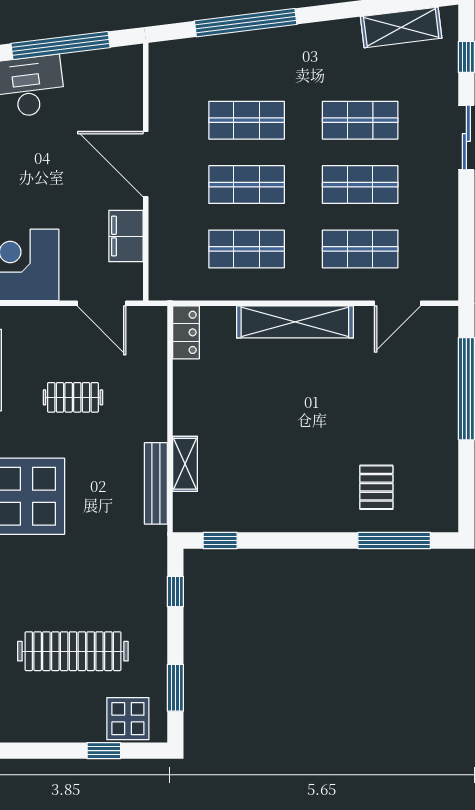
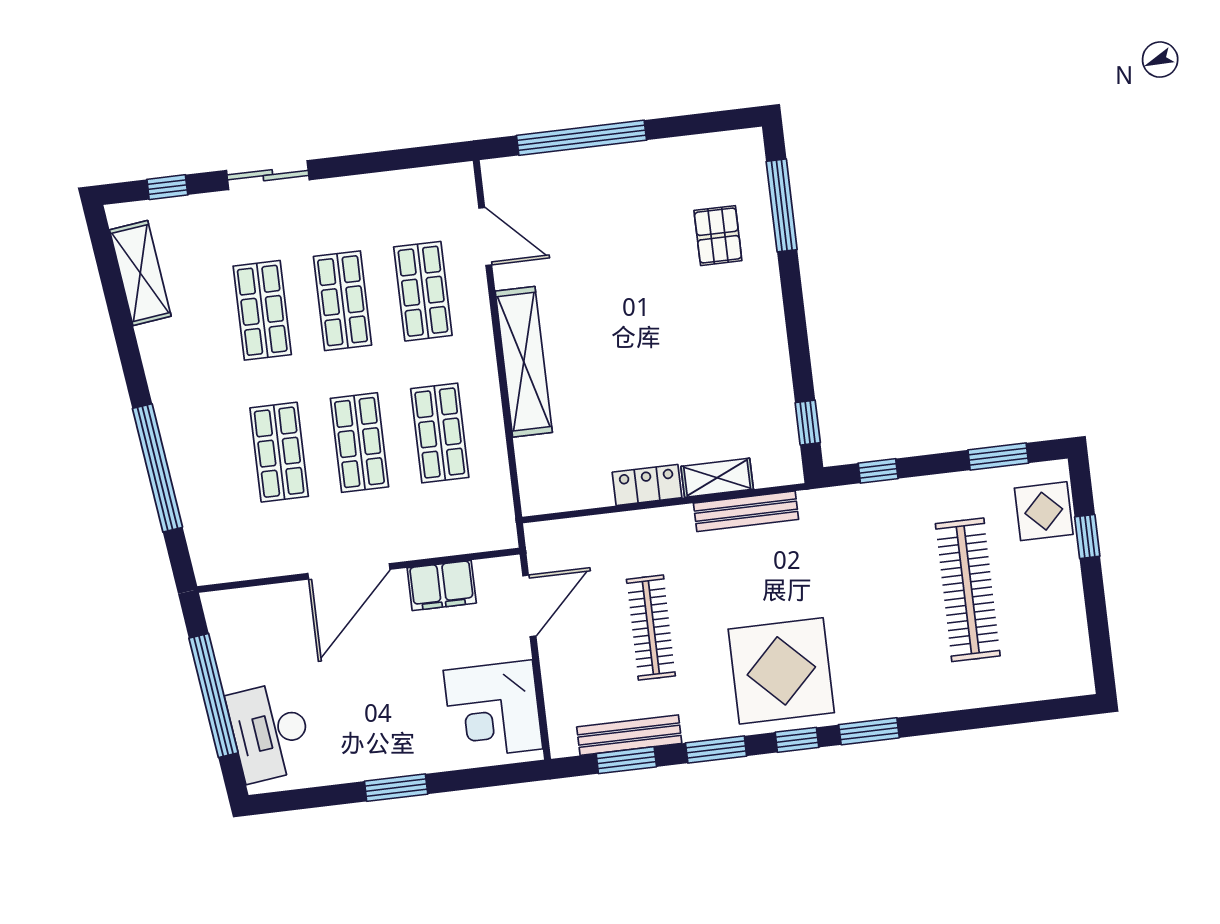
locker: (186, 332) -> (647, 485), moved
clothes rail: (73, 397) -> (651, 628), width x1.36
pallet: (376, 487) -> (718, 236), turned 90

